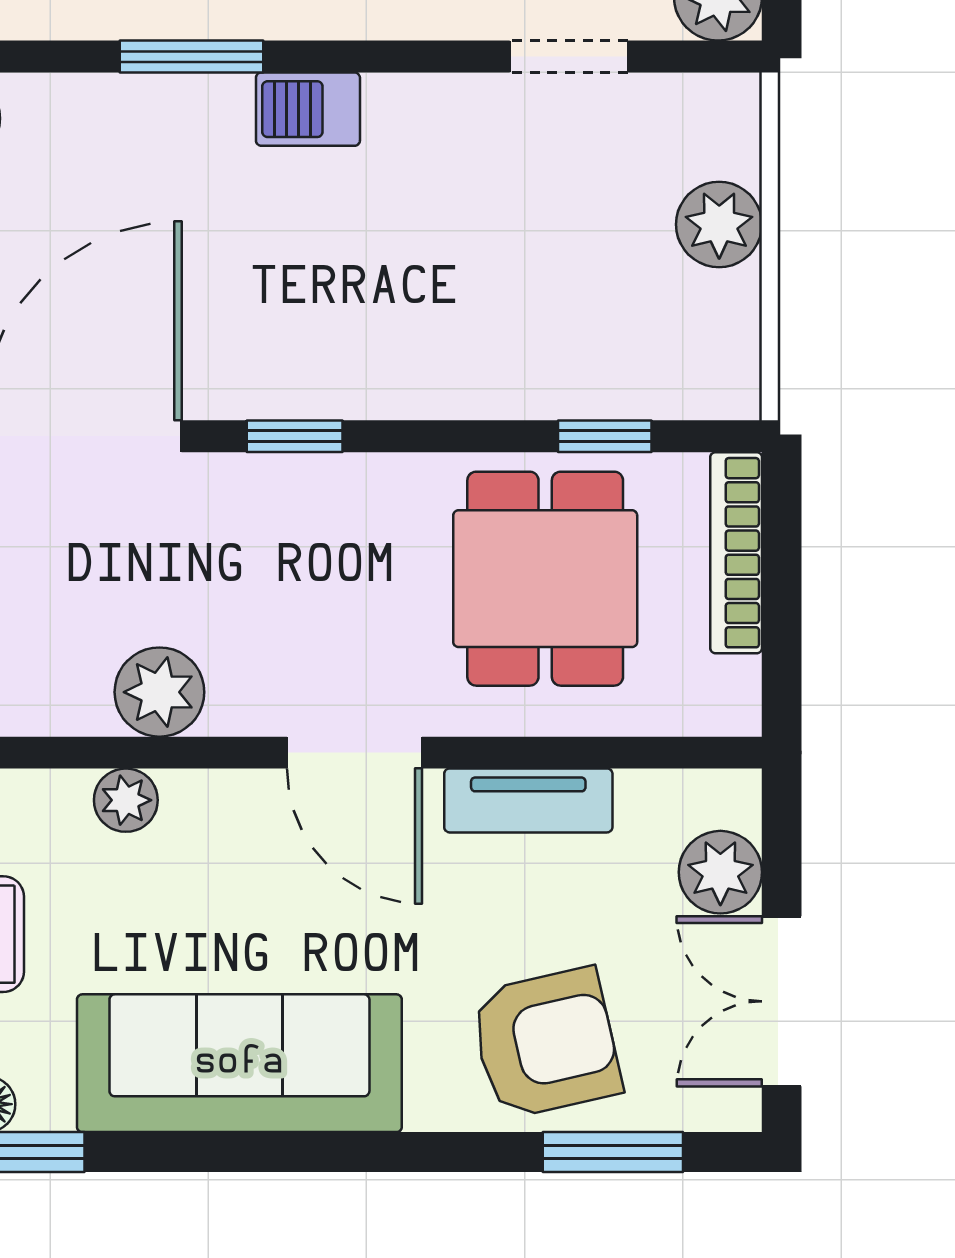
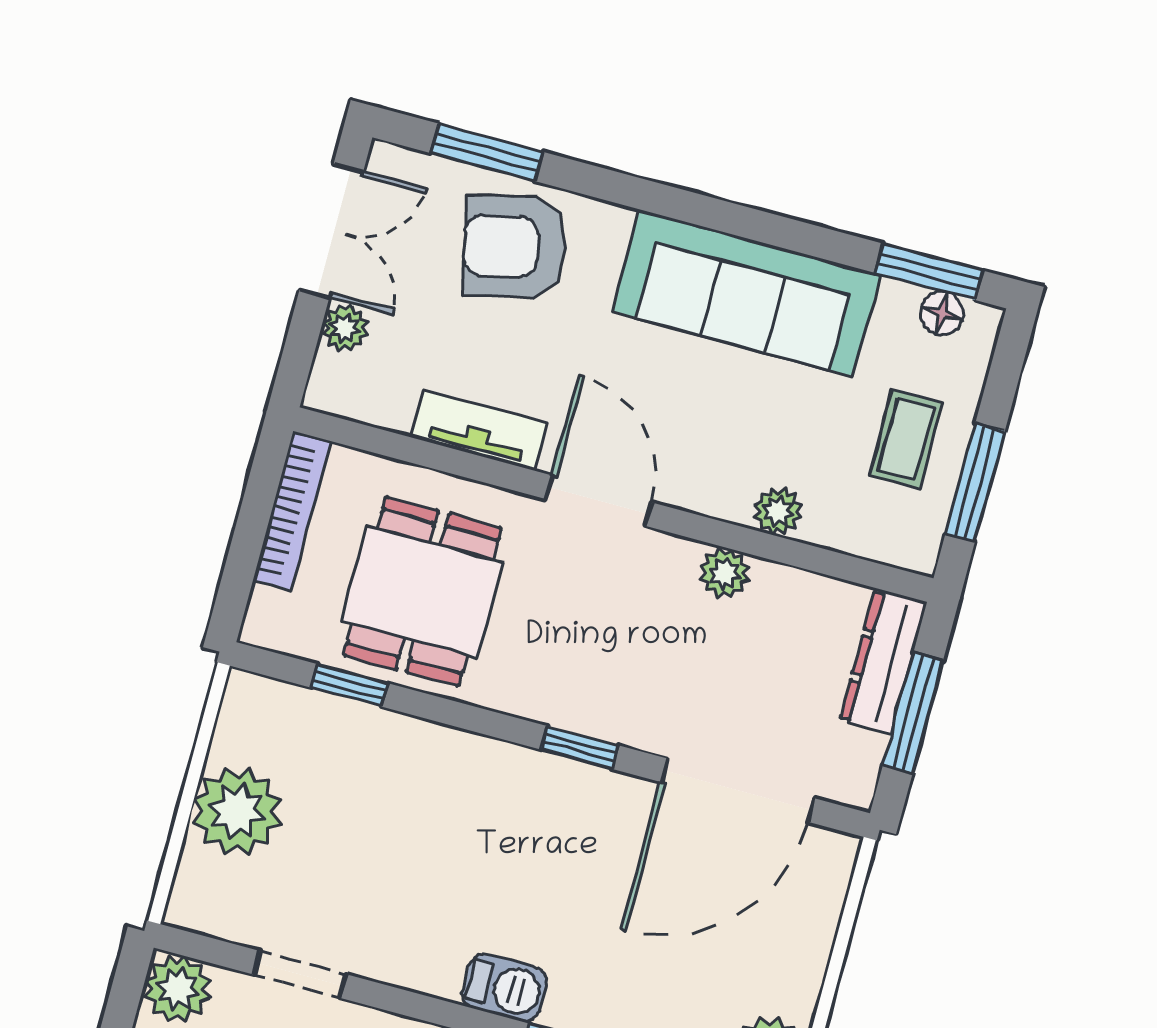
plant: (719, 224) -> (237, 811), width x1.36, depth x1.36
bookcase: (736, 553) -> (292, 511), moved
plant: (159, 692) -> (725, 573), width x0.73, depth x0.73
plant: (720, 872) -> (345, 328), width x0.73, depth x0.73

